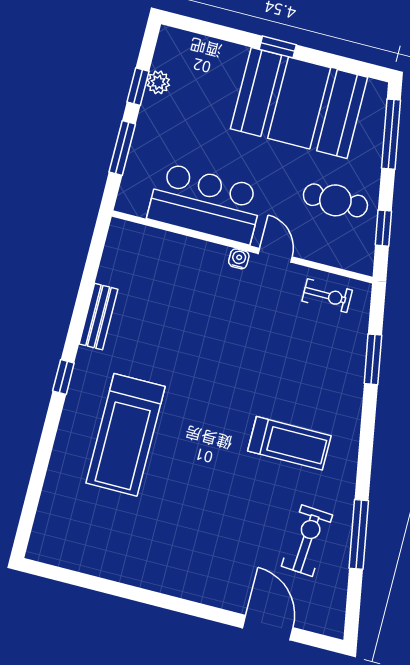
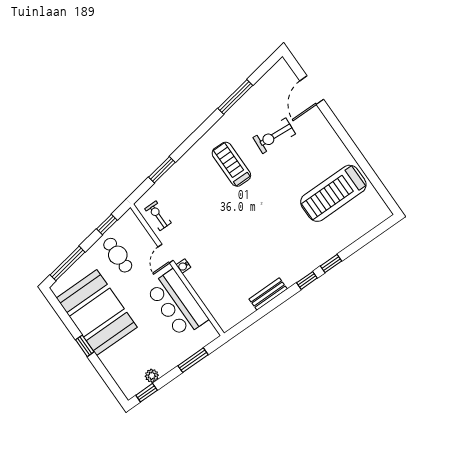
window: (138, 87) -> (147, 393), moved
window: (51, 425) -> (331, 264), added
treadmill: (125, 435) -> (333, 193), moved, turned 180
exercise bike: (307, 541) -> (274, 136), moved

